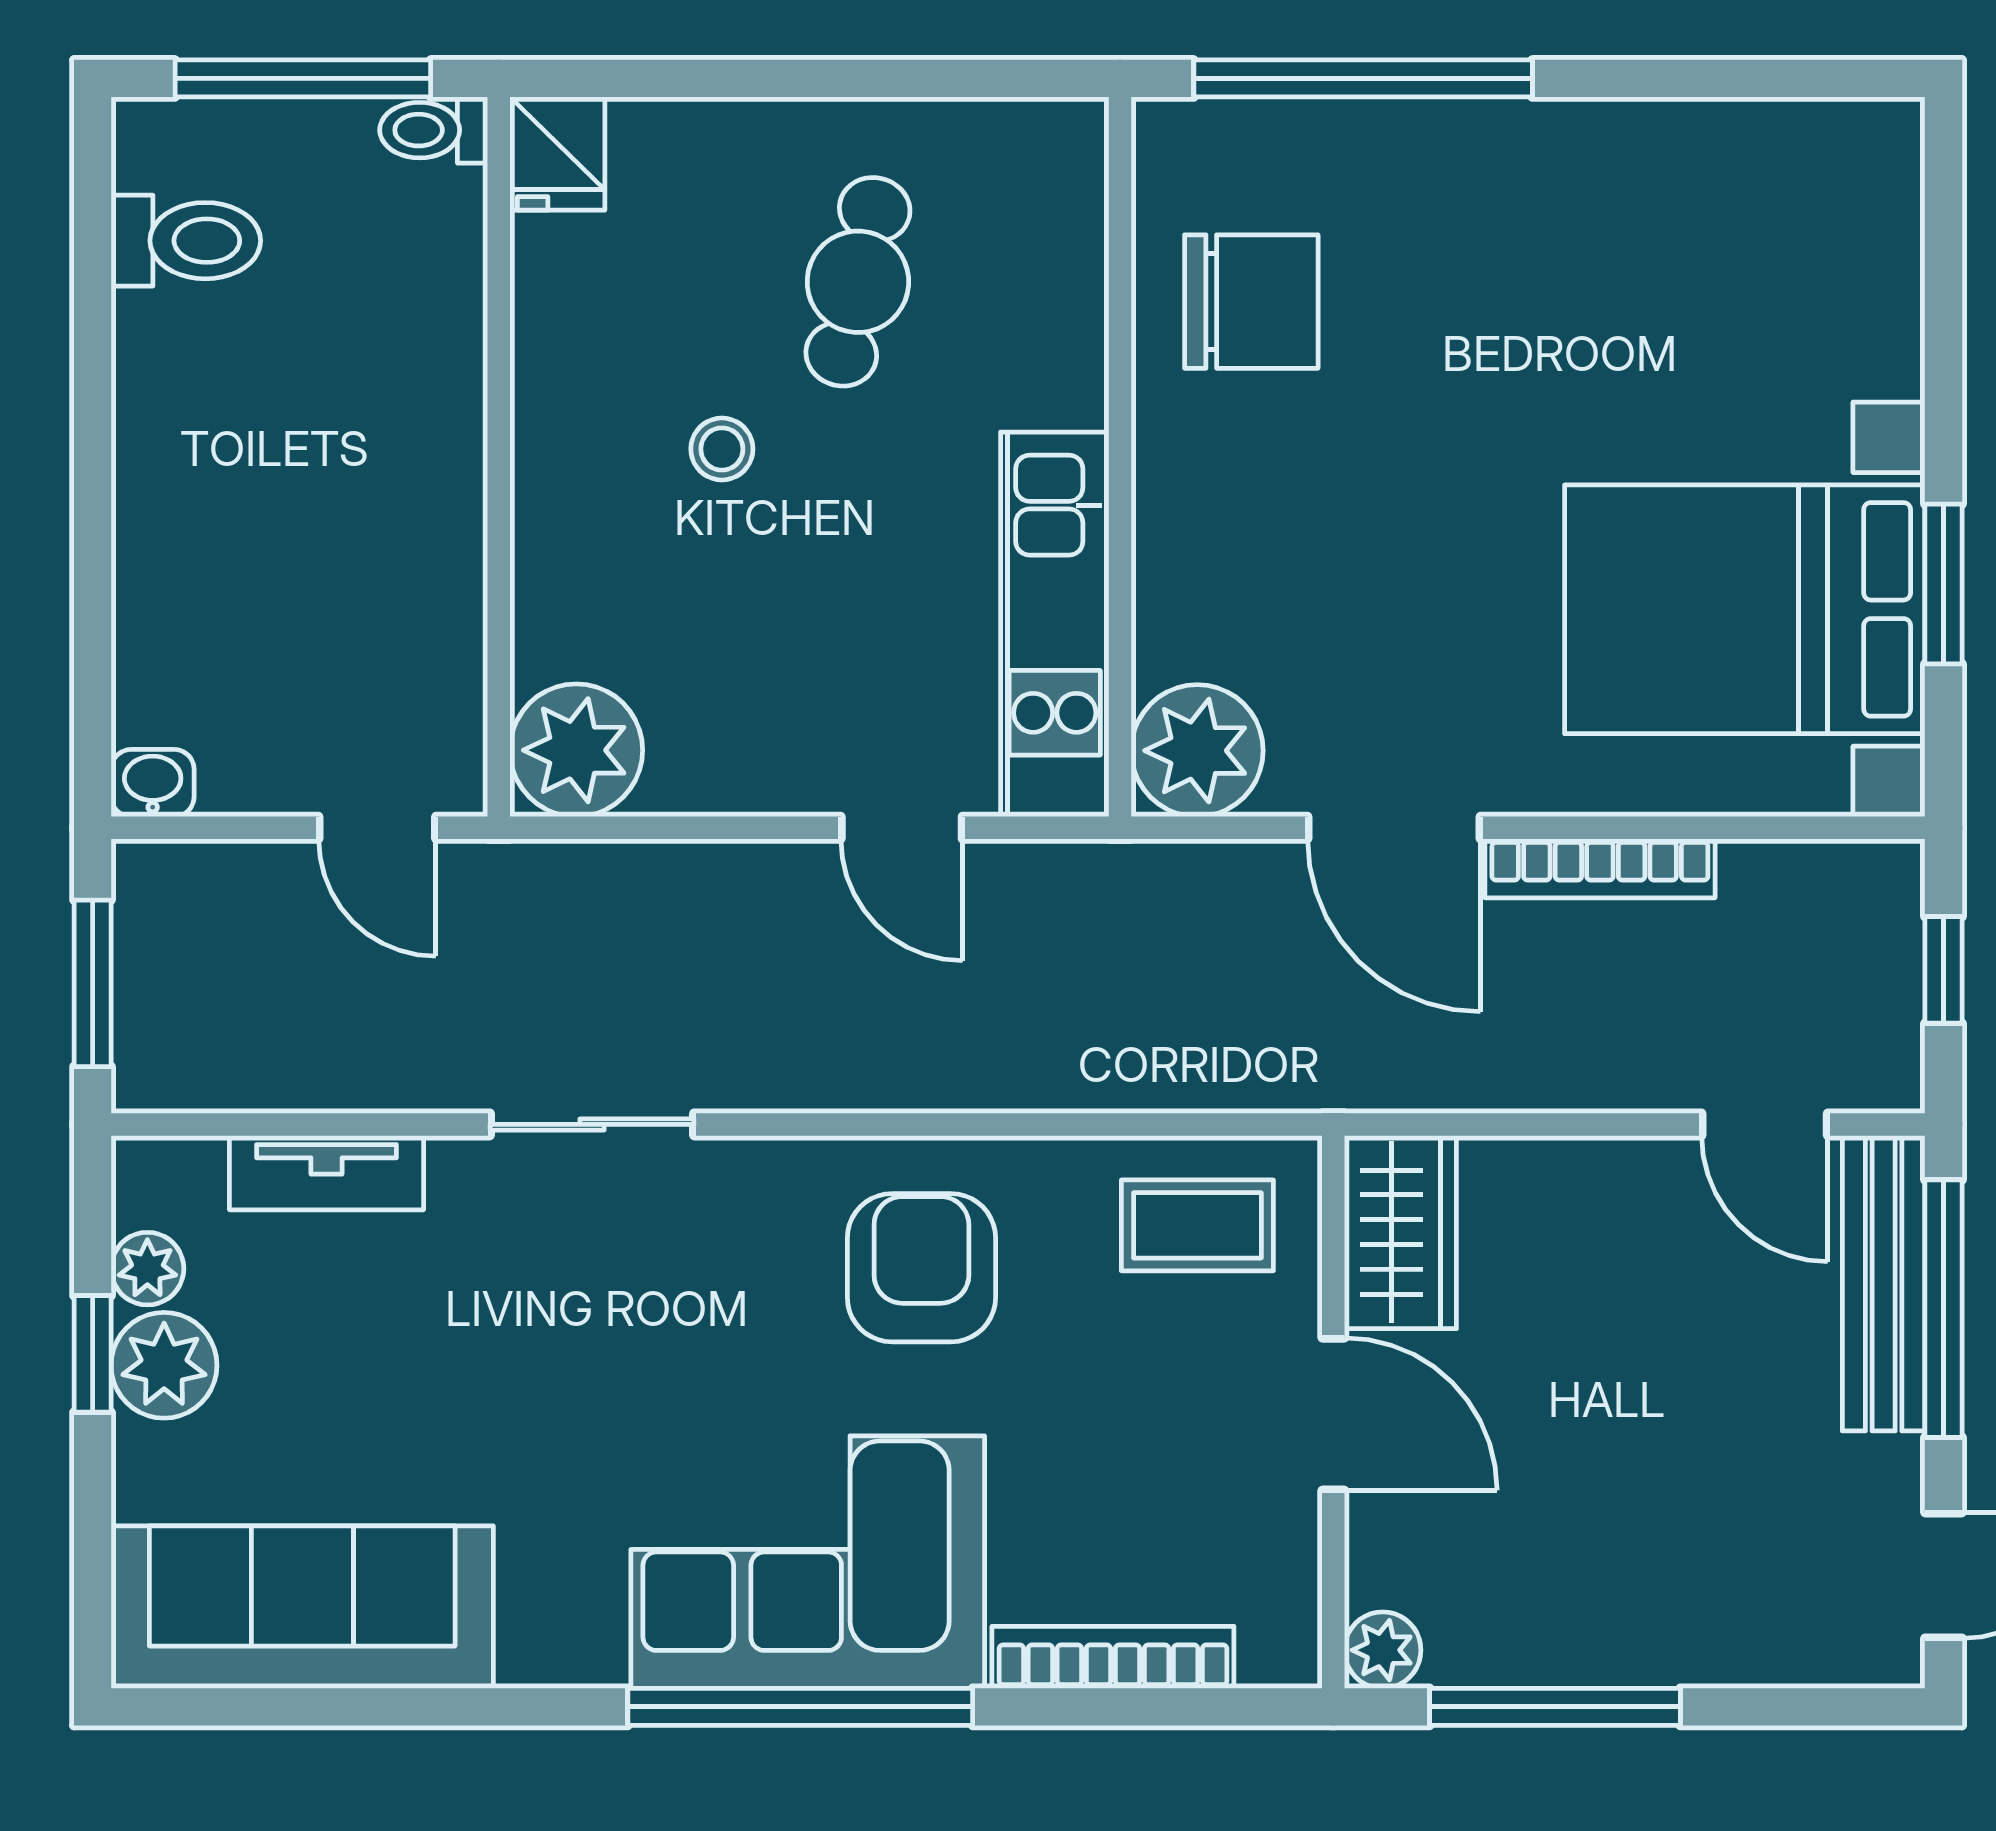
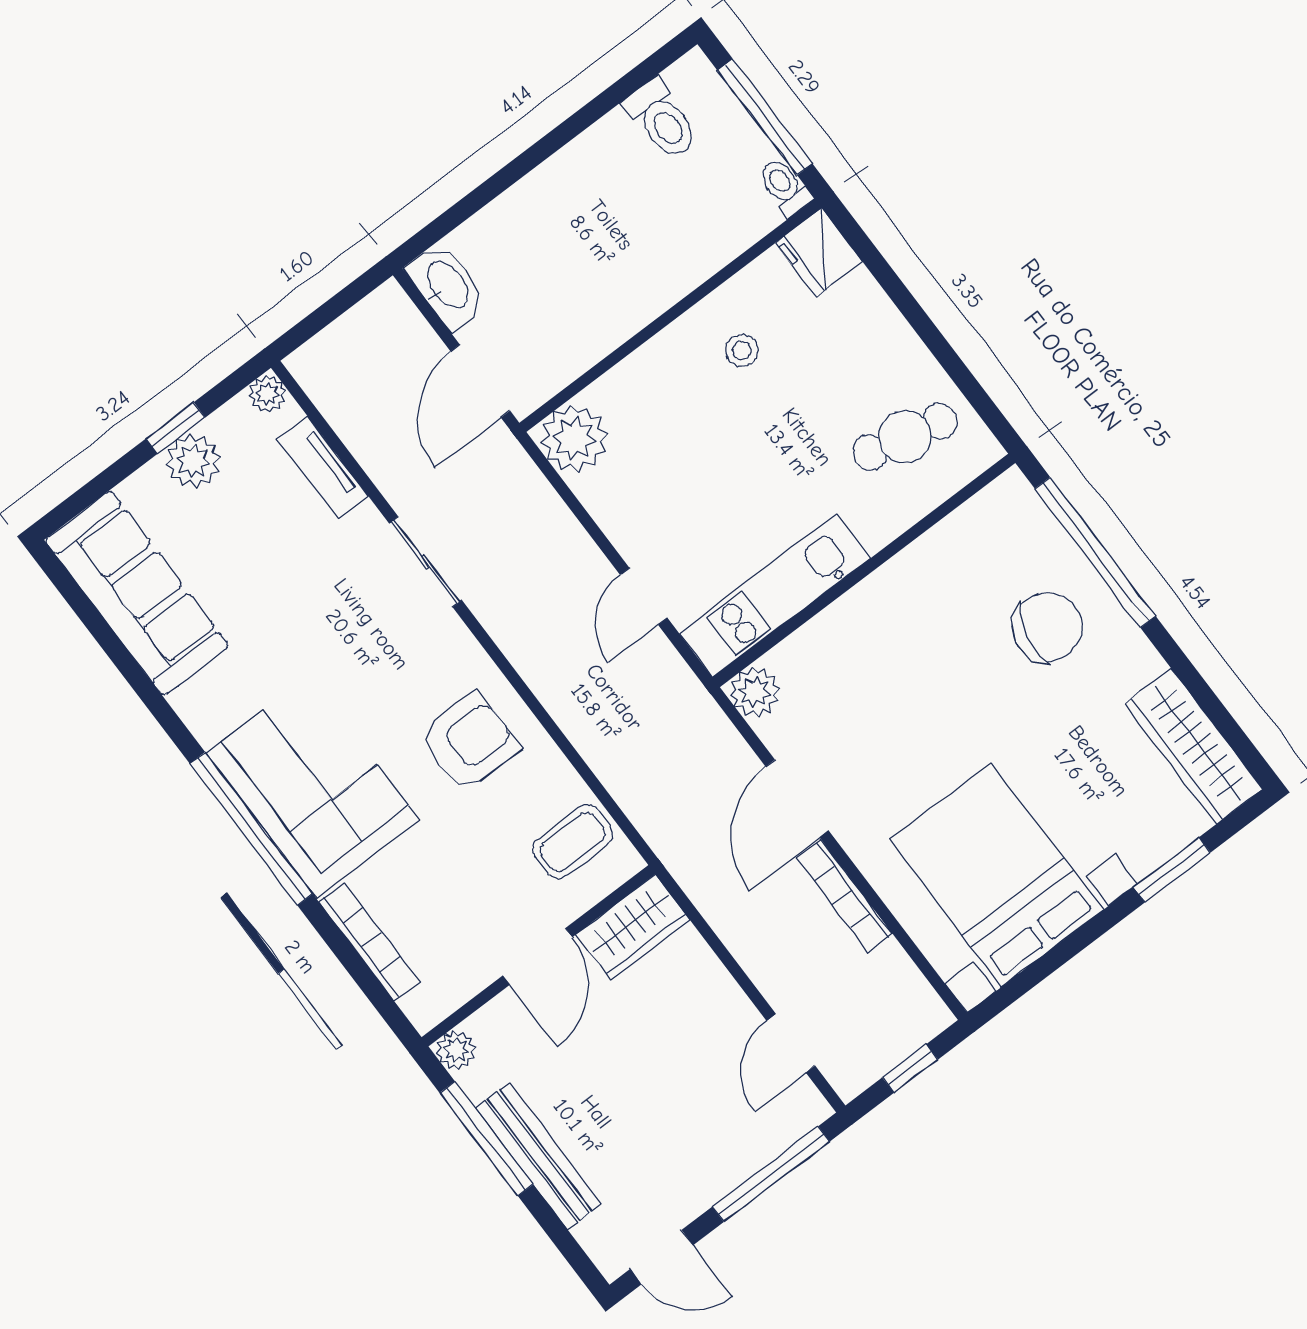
fridge: (557, 154) -> (819, 252), width x1.38
wardrobe: (1778, 154) -> (1193, 746), added
cafe table: (858, 282) -> (905, 437), moved
chair: (1251, 302) -> (1047, 627), moved, turned -78
stool: (722, 449) -> (742, 351), moved
window: (1944, 584) -> (1172, 870), moved
plant: (1197, 751) -> (755, 692), width x0.73, depth x0.73
washbasin: (153, 783) -> (447, 286), width x1.91, depth x1.45
door: (377, 828) -> (480, 381), width x1.37
window: (93, 983) -> (328, 313), removed
coffee table: (1197, 1225) -> (573, 842), turned 90
plant: (147, 1269) -> (267, 394), moved
bench: (1884, 1283) -> (538, 1156), moved, turned 90

